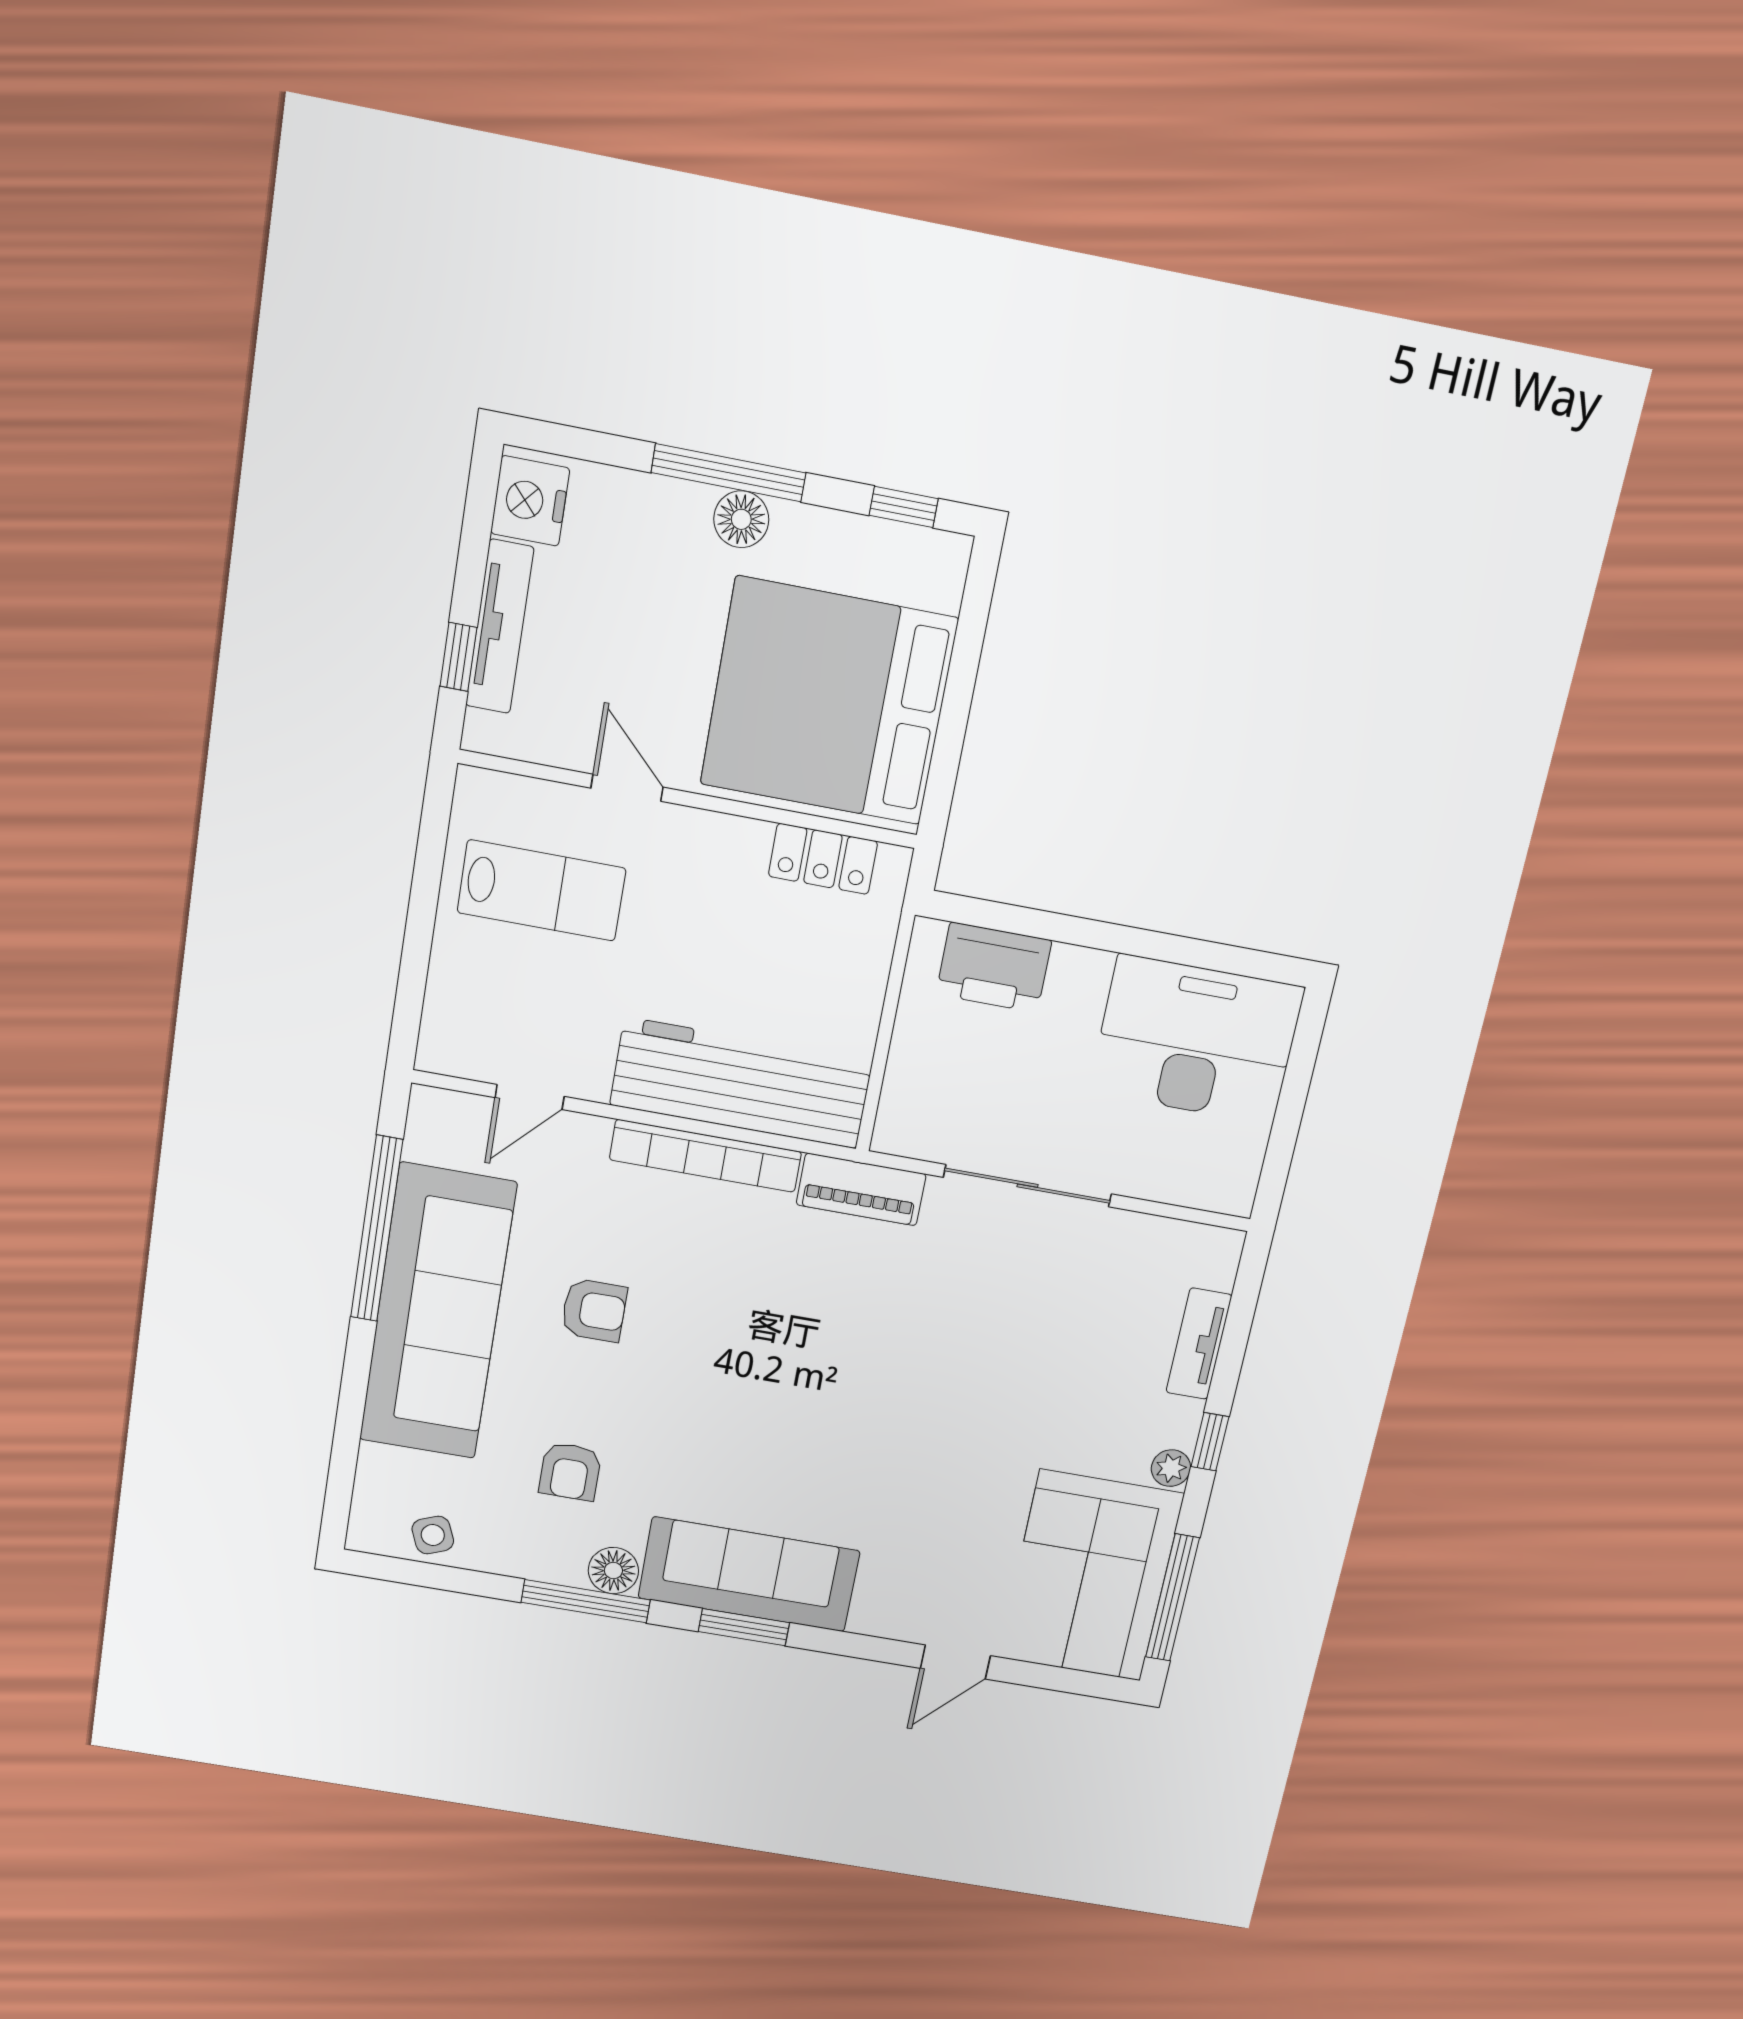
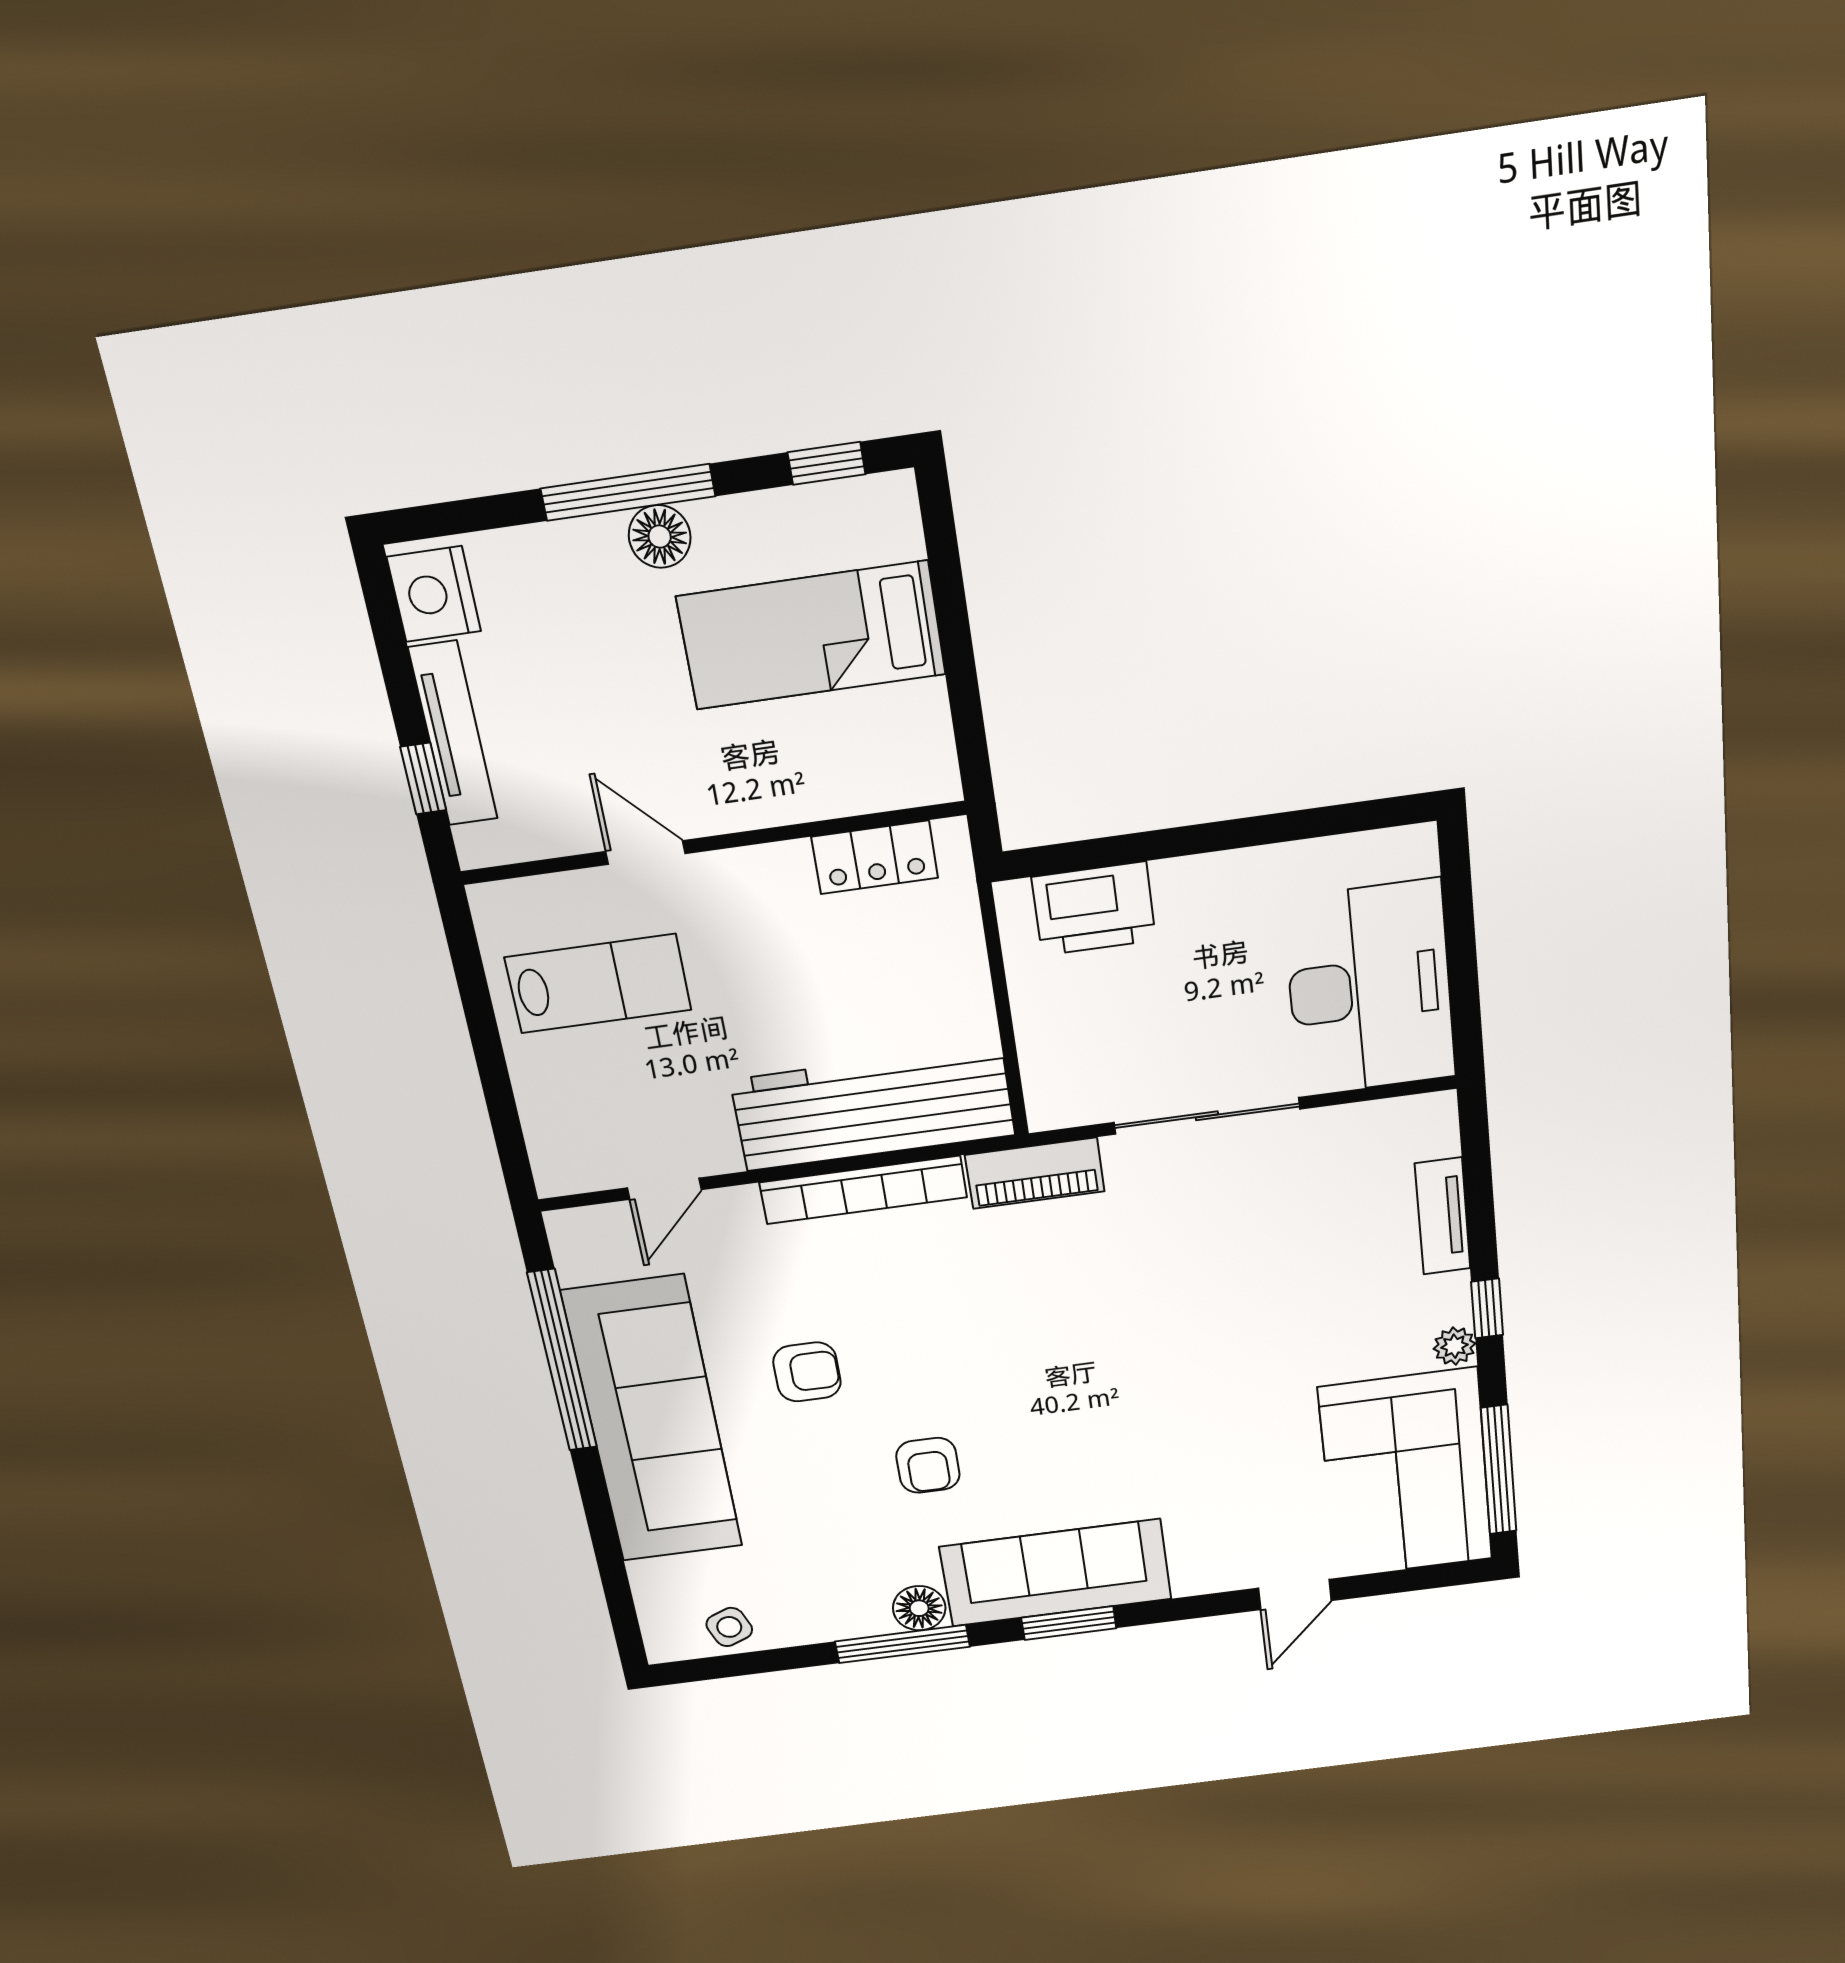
bed: (829, 701) -> (811, 635), width x0.49
desk: (1196, 1040) -> (1370, 989), moved, turned 90
armchair: (570, 1471) -> (928, 1465), moved

